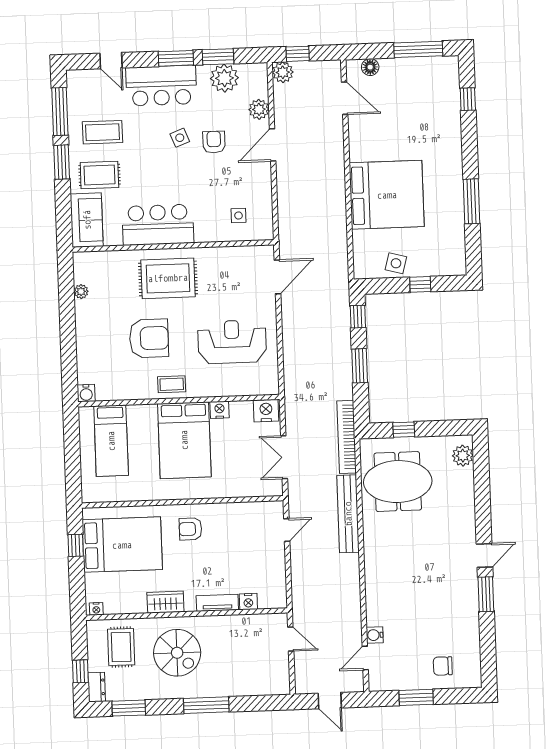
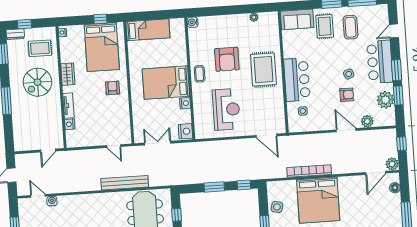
plant: (283, 72) -> (392, 164), moved
bar counter: (158, 225) -> (297, 80), moved
bookcase: (347, 437) -> (309, 171), moved
bed: (111, 441) -> (148, 30), moved, turned 180

